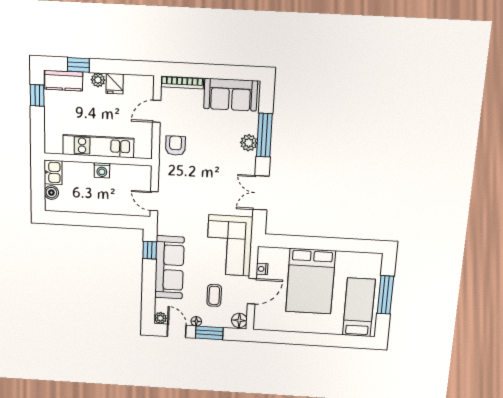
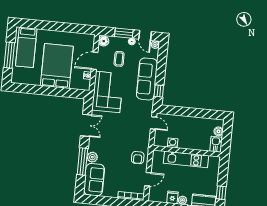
sofa: (231, 95) -> (94, 180), moved, turned 90
washing machine: (102, 170) -> (173, 143), moved

